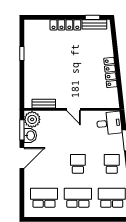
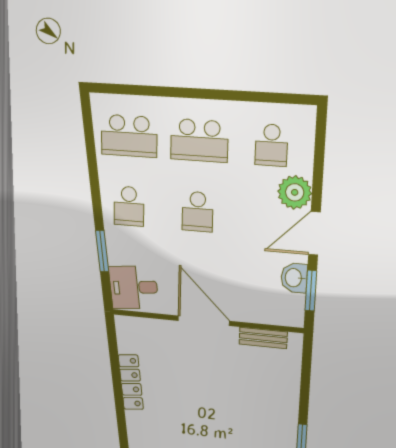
door: (73, 109) -> (204, 321), width x1.87
plant: (32, 119) -> (295, 192), moved
school desk: (44, 198) -> (271, 145), width x0.54

